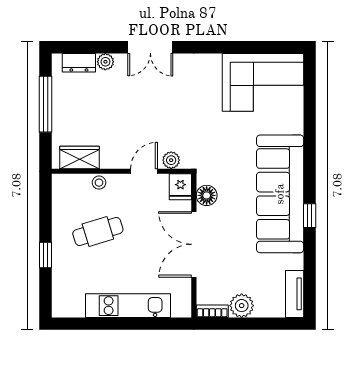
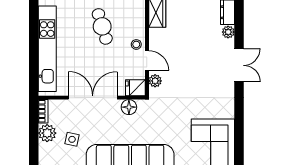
double door: (150, 47) -> (239, 65), swing flipped
stool: (99, 183) -> (136, 44), moved
side table: (250, 272) -> (72, 139), added
kitchen unit: (128, 306) -> (47, 49), width x1.36

